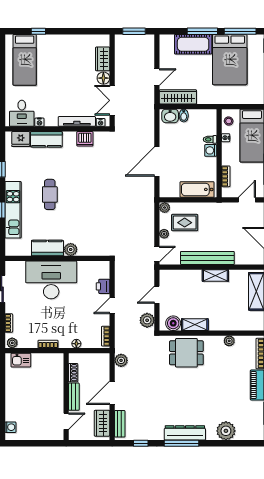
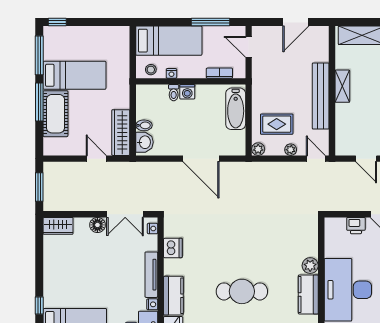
wardrobe: (103, 59) -> (58, 226), moved
bed: (230, 60) -> (75, 75), width x0.67
tv unit: (77, 121) -> (151, 275), moved
cafe table: (50, 194) -> (242, 291), width x1.37, depth x1.35
rug: (185, 223) -> (277, 124), turned 90

